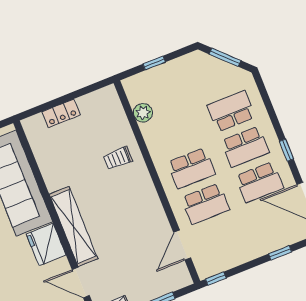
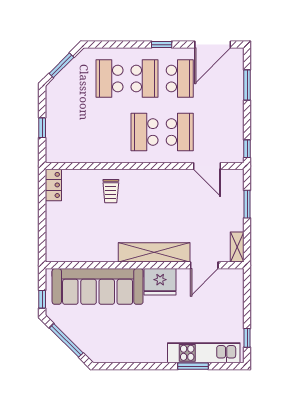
locker: (61, 113) -> (53, 185), moved
plant: (143, 113) -> (81, 154), removed
school desk: (191, 168) -> (145, 132), turned 180
window: (280, 253) -> (247, 85), width x1.50

